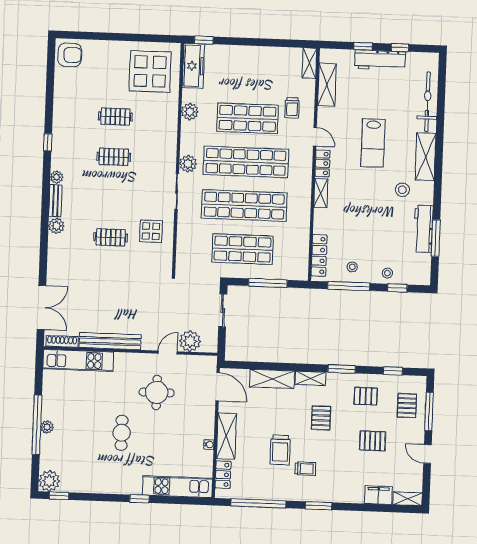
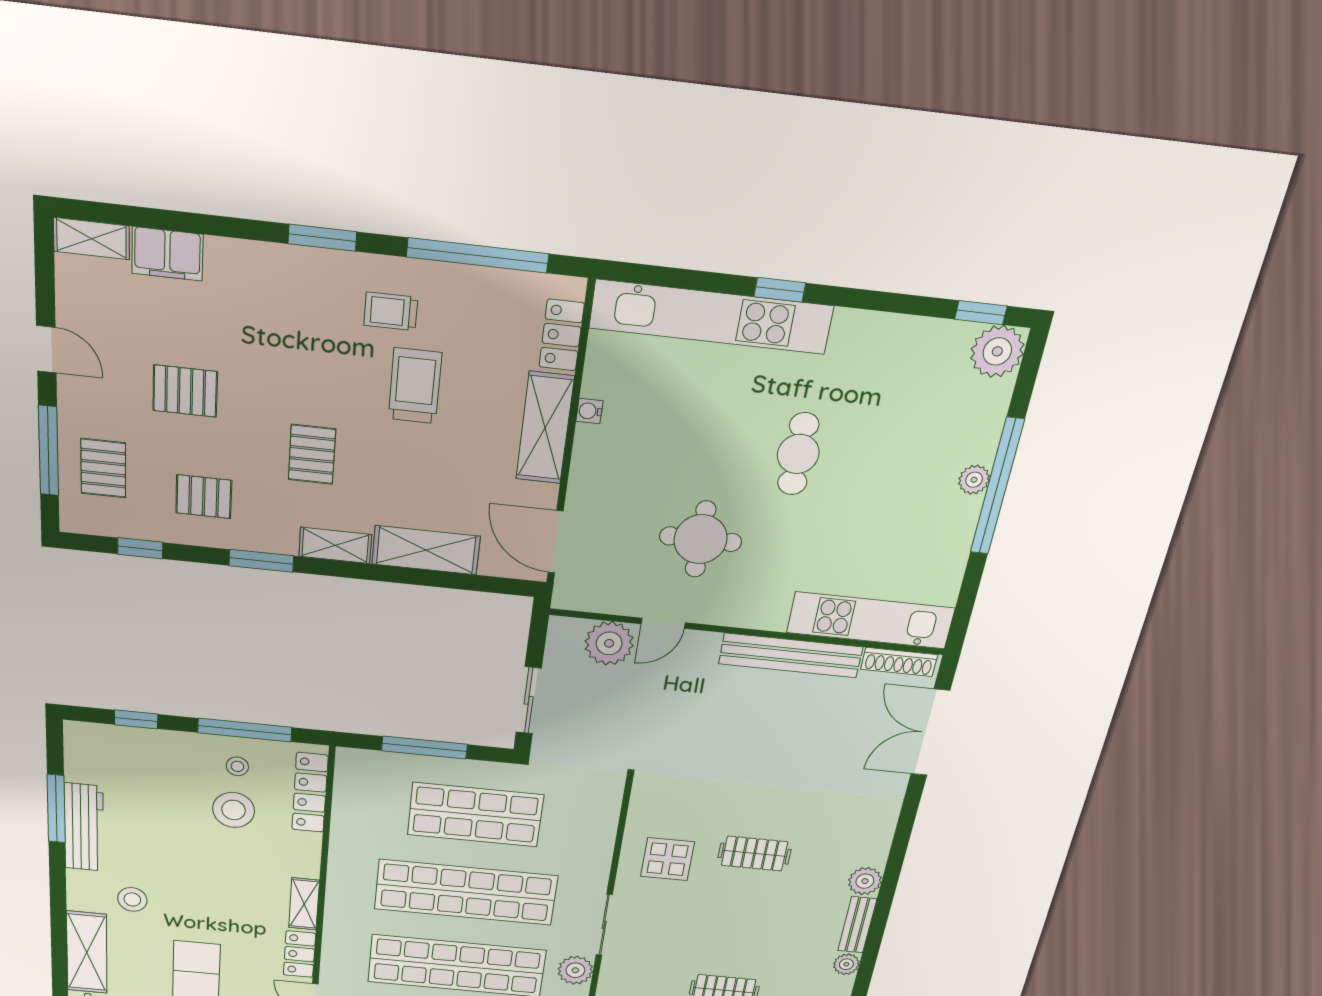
stool: (387, 273) -> (234, 810), moved, width x1.89, depth x1.89
trolley: (305, 469) -> (391, 311), moved
kitchen unit: (177, 487) -> (711, 317), width x1.36

